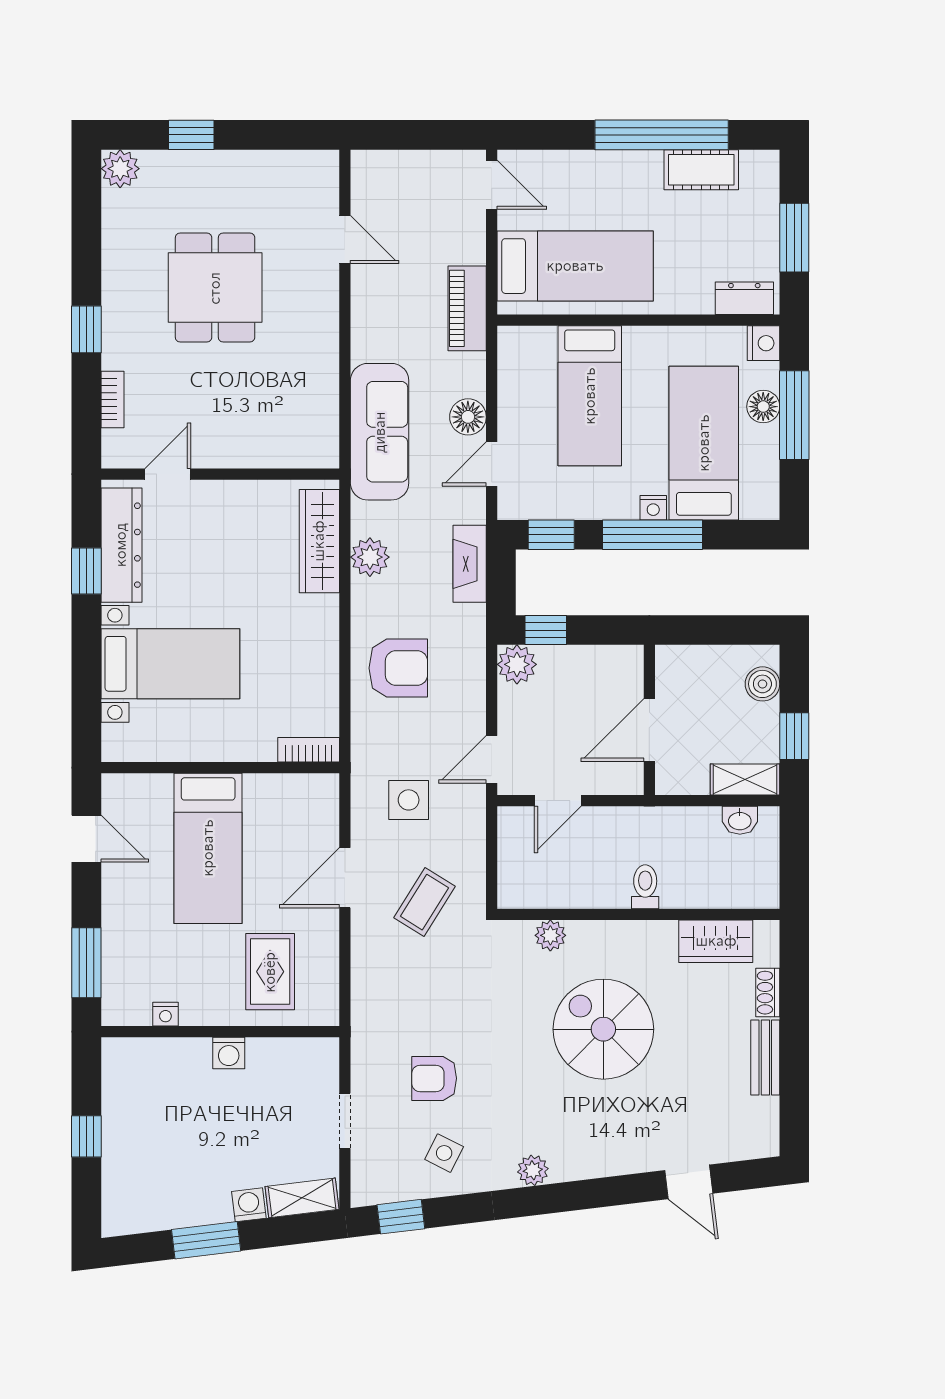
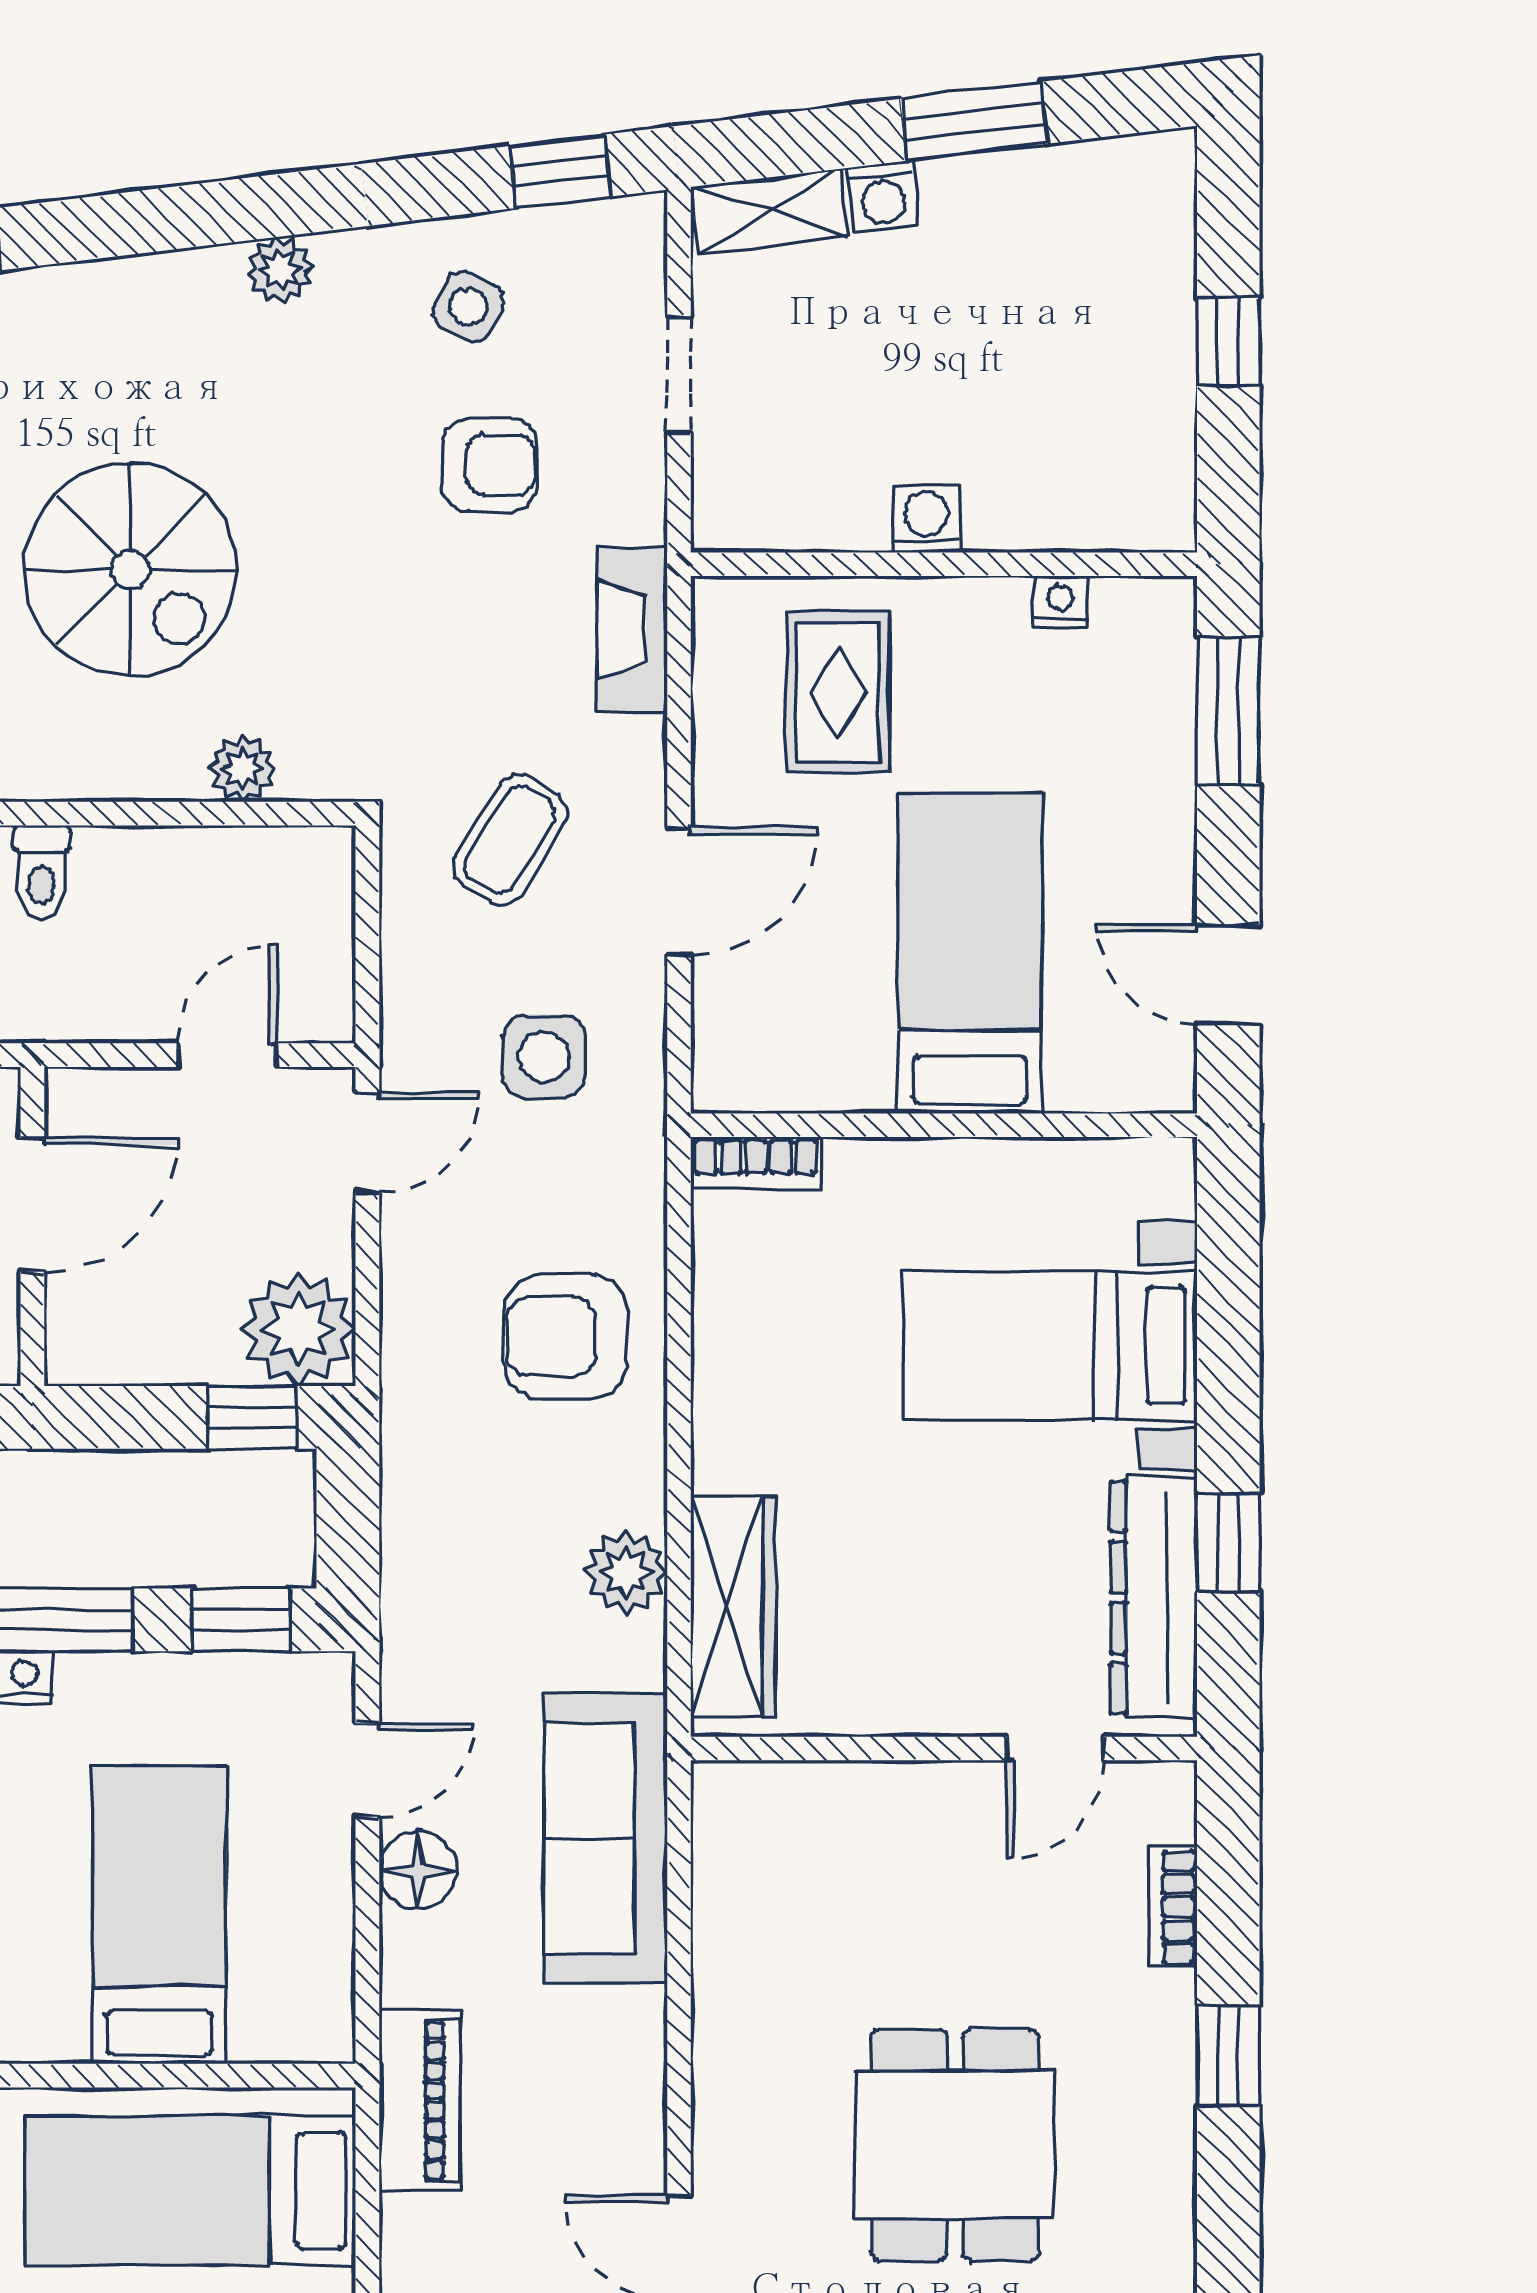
fireplace: (470, 564) -> (632, 629), moved, turned 180
plant: (517, 664) -> (299, 1329), width x1.36, depth x1.36

